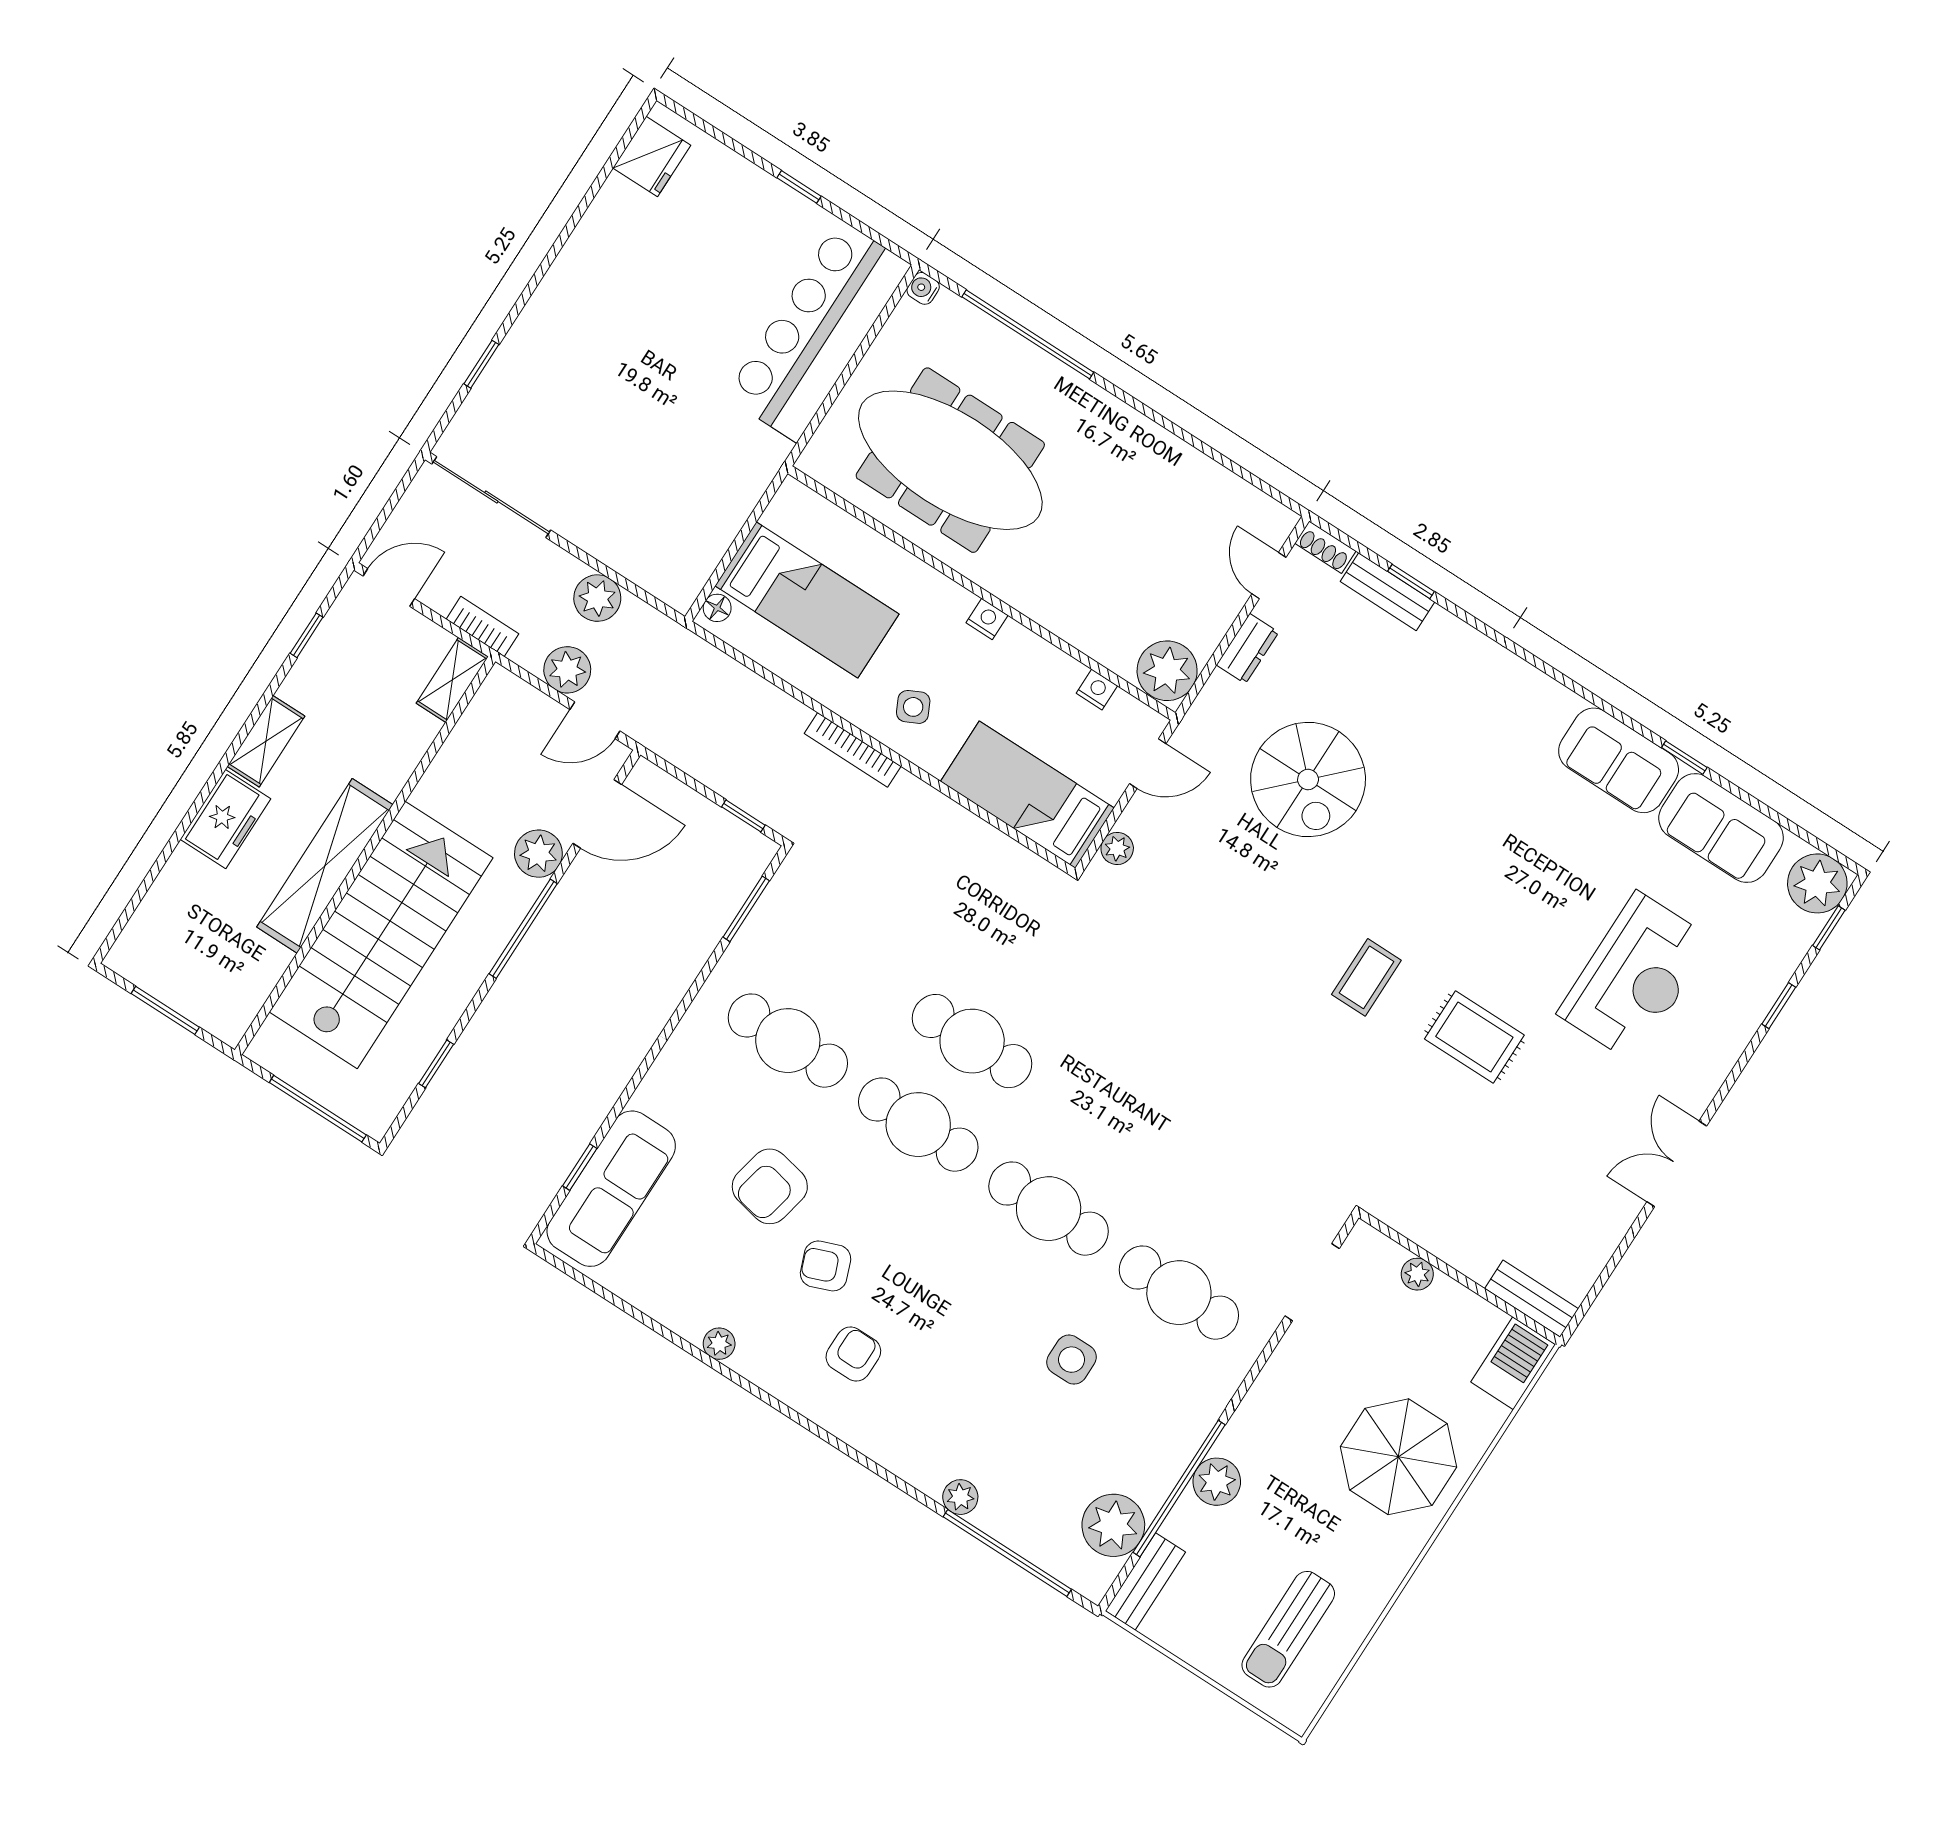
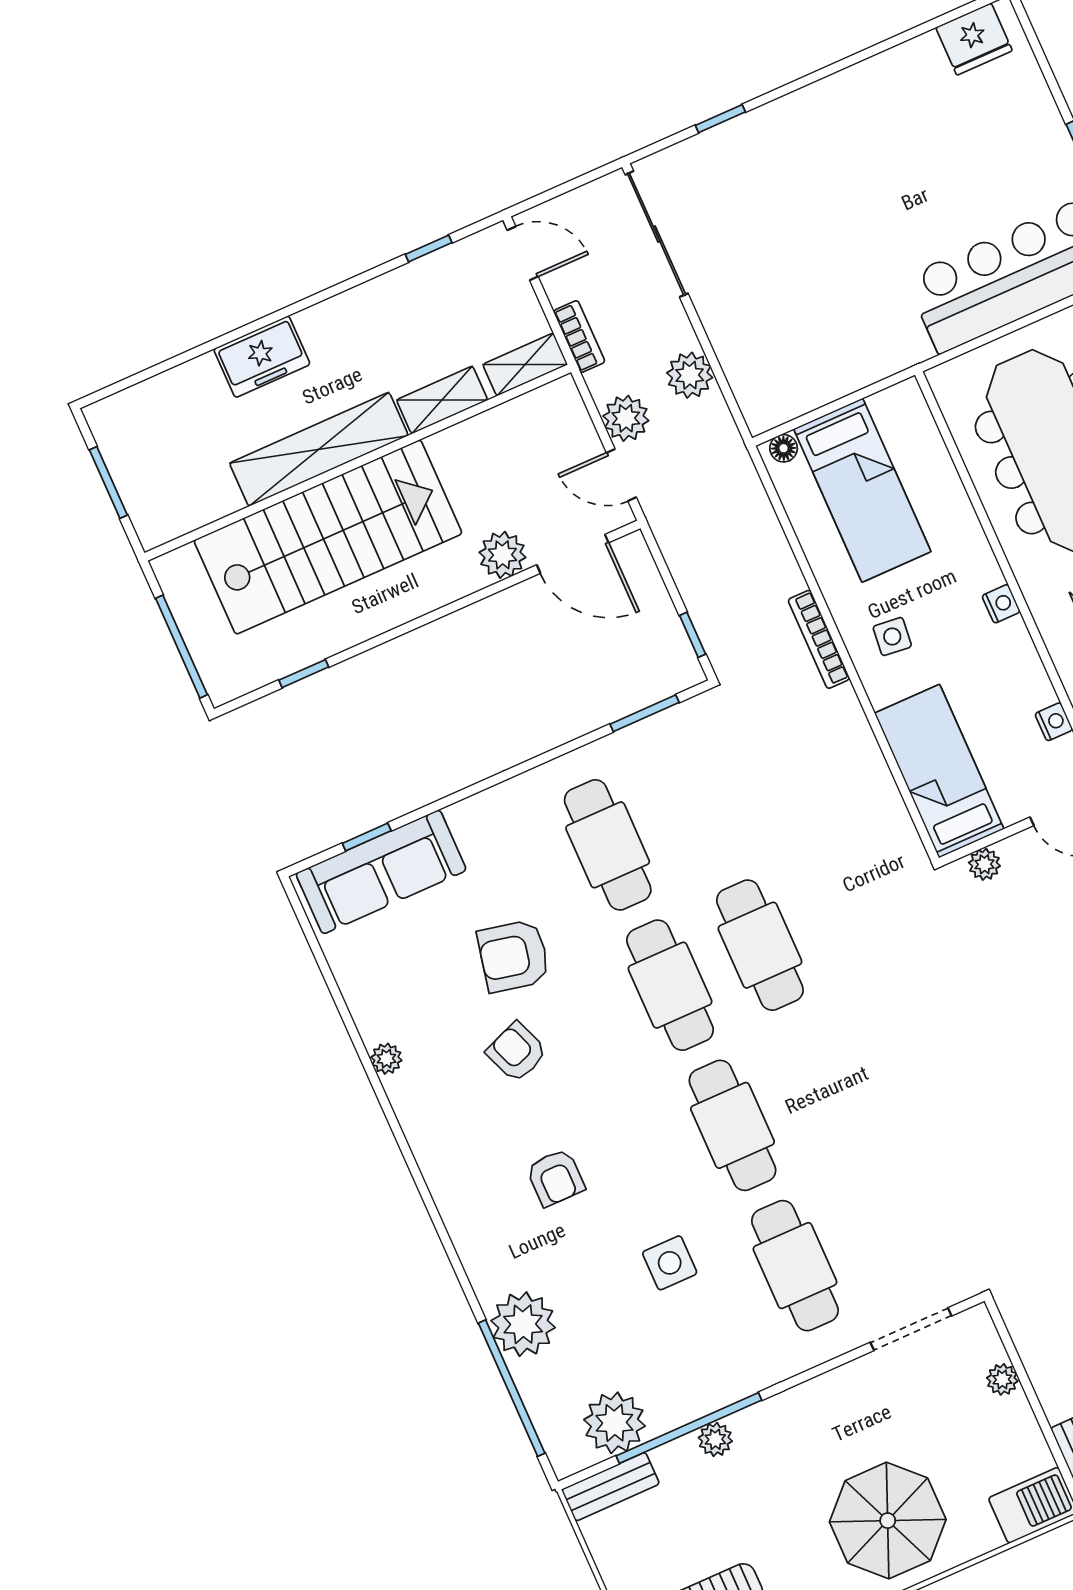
side table: (913, 707) -> (892, 637), turned 32
shelving: (266, 741) -> (442, 400), moved
window: (523, 929) -> (449, 609), removed
armchair: (853, 1354) -> (556, 1178), moved, turned 90
plant: (1217, 1482) -> (715, 1439), width x0.73, depth x0.73
plant: (960, 1497) -> (523, 1324), width x1.87, depth x1.87

